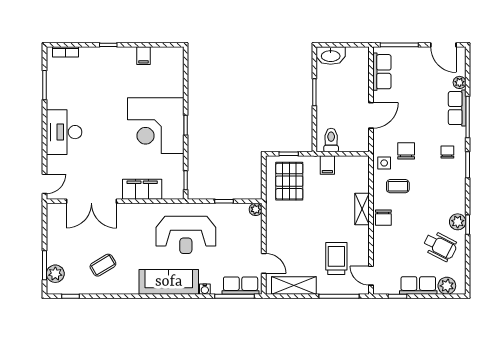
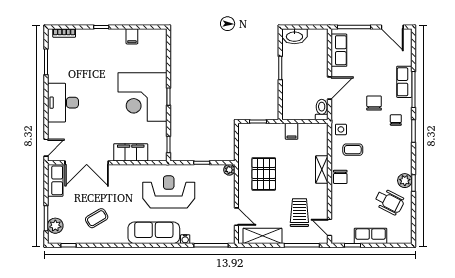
plant: (460, 82) -> (406, 60), removed
toilet: (331, 140) -> (322, 110), moved
chair: (406, 151) -> (374, 103), moved
pallet: (289, 181) -> (264, 174), moved
reception desk: (186, 235) -> (169, 192), turned 180
row of seats: (241, 286) -> (55, 180), moved, turned 90
plant: (447, 286) -> (395, 236), removed

